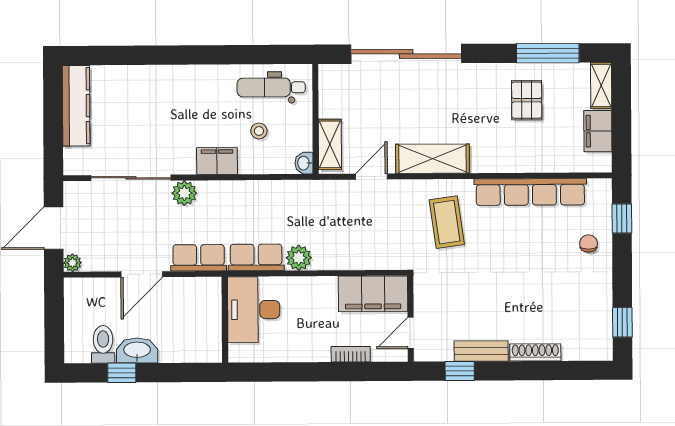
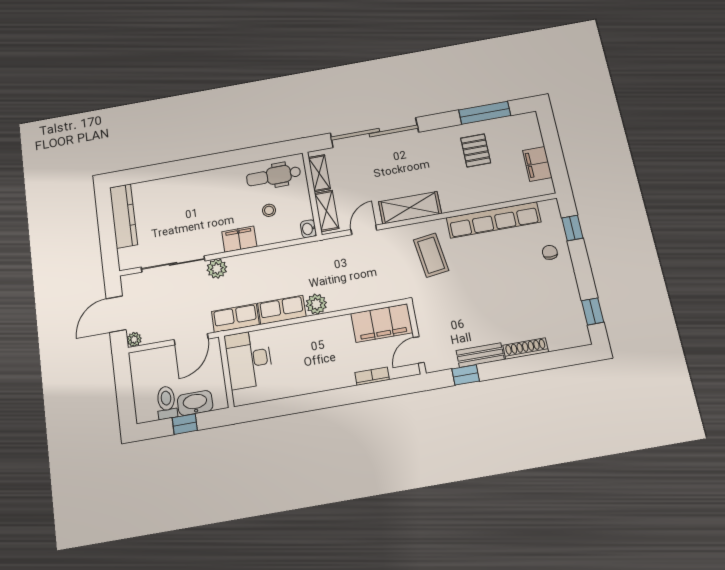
shelving: (601, 85) -> (319, 173), moved
desk: (254, 310) -> (249, 359), moved
wall: (225, 320) -> (226, 372), moved

